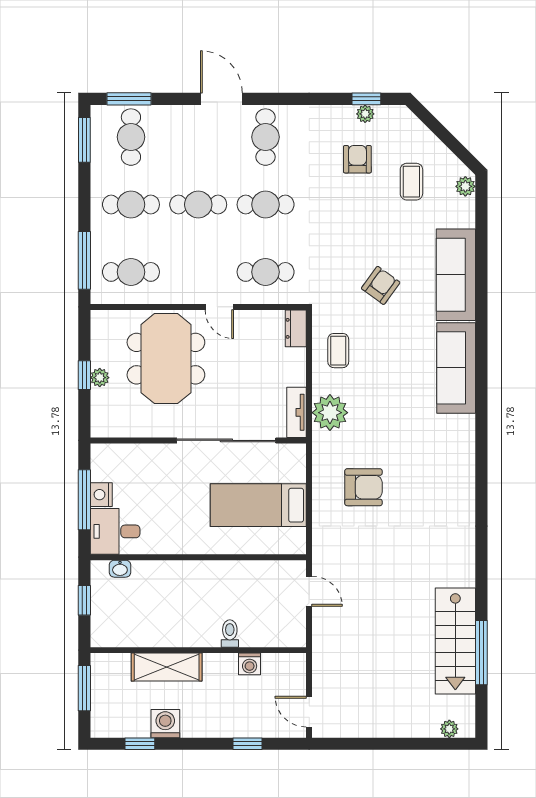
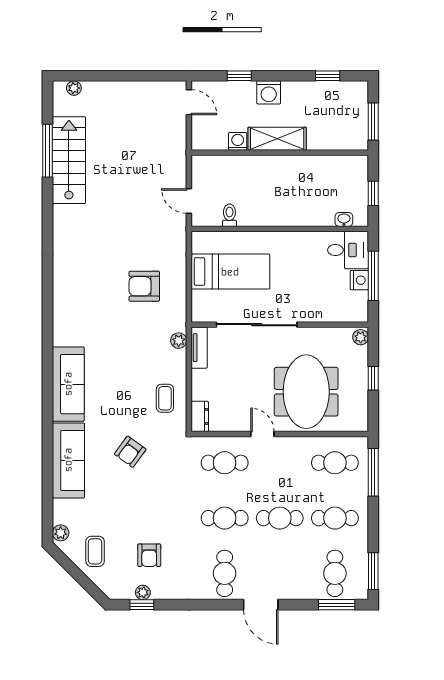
coffee table: (411, 182) -> (95, 551), moved
plant: (100, 378) -> (361, 337), moved
plant: (330, 413) -> (179, 341), width x0.53, depth x0.53
toilet: (230, 633) -> (229, 215), moved, turned 180
shelving: (167, 667) -> (277, 139), moved
washing machine: (165, 724) -> (269, 92), moved

